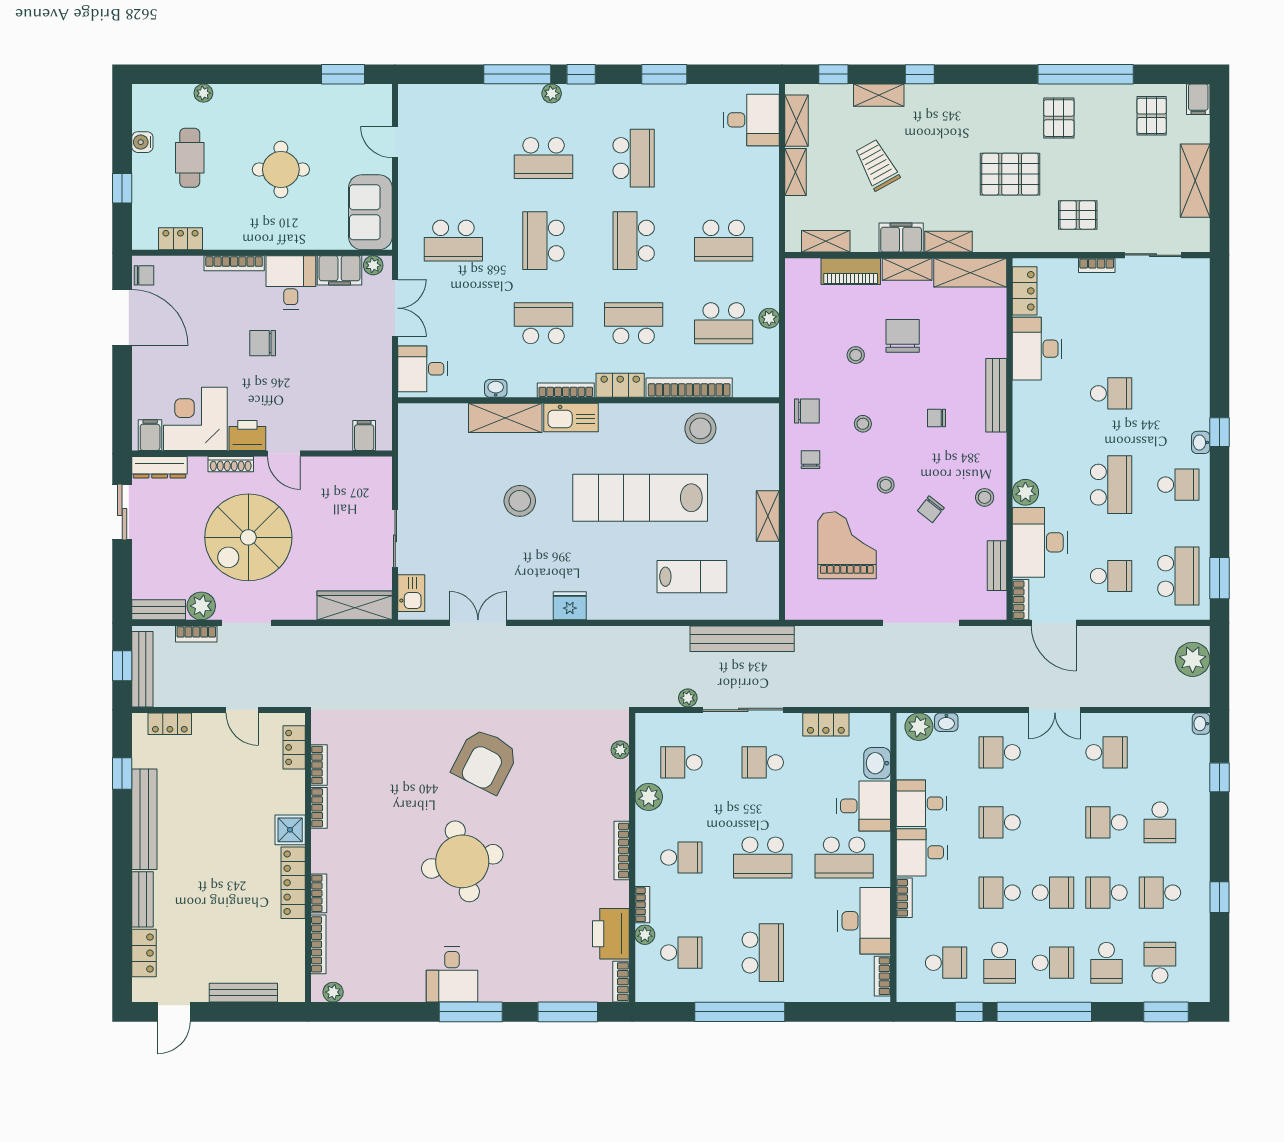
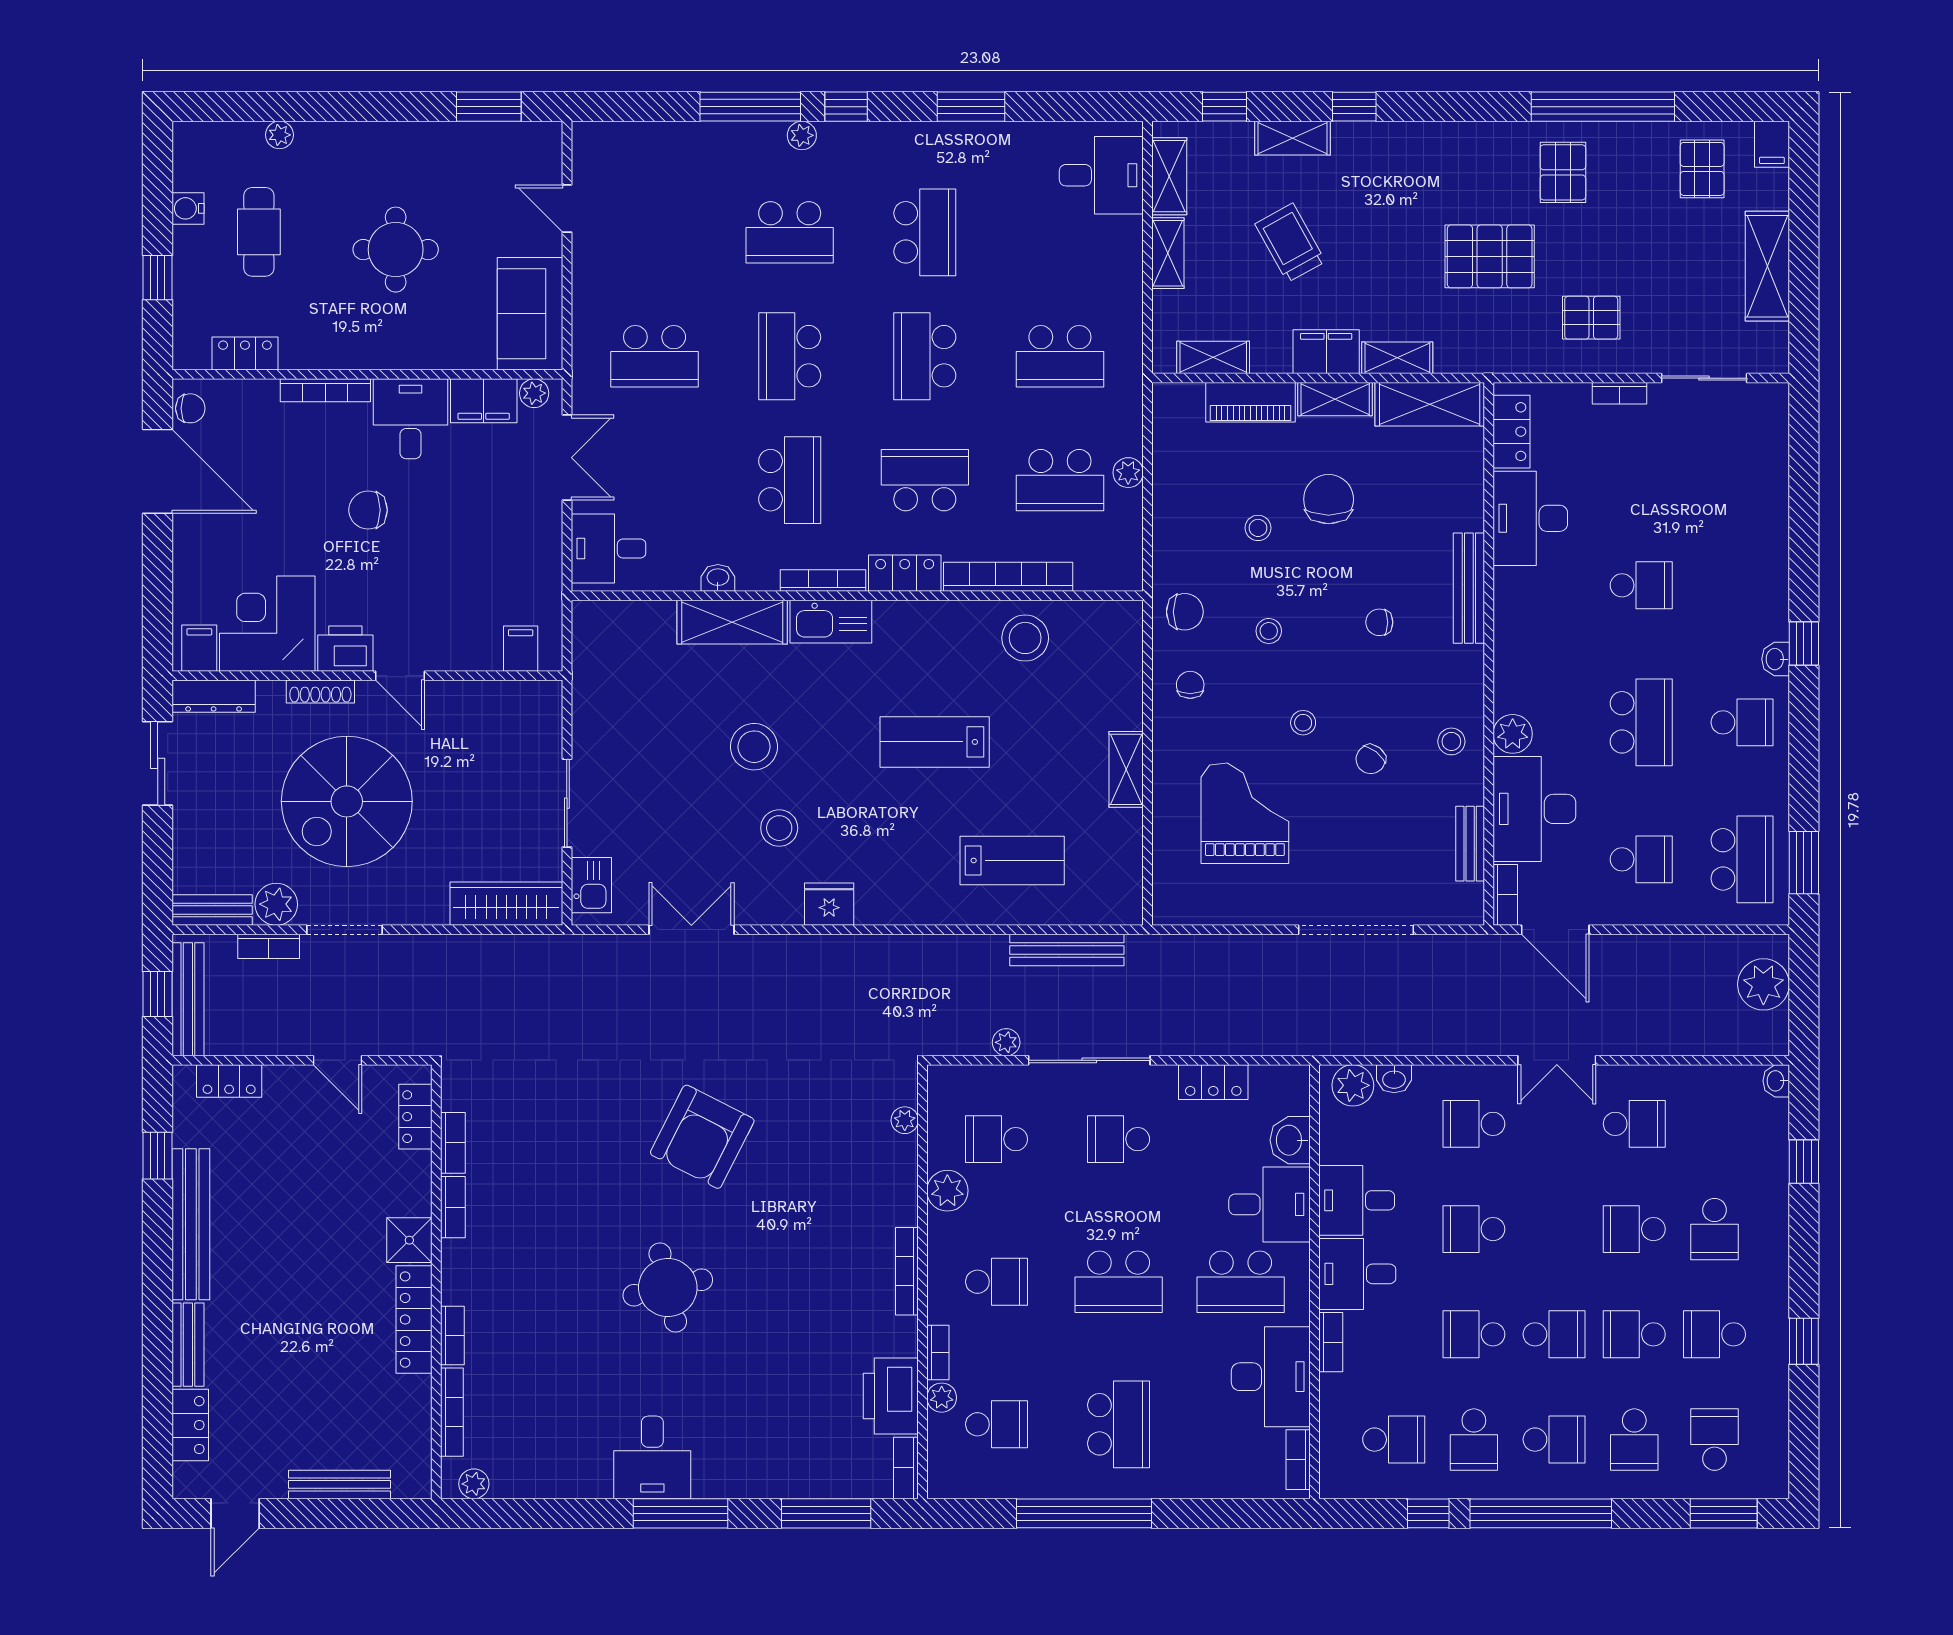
school desk: (544, 323) -> (790, 480), turned 90
lab bench: (640, 498) -> (935, 742), width x0.54, depth x0.72
stool: (537, 555) -> (779, 828), added
bench: (742, 639) -> (1067, 950), width x0.73, depth x0.82
round table: (462, 861) -> (668, 1288), width x0.73, depth x0.73

